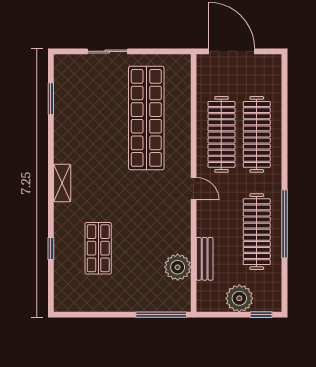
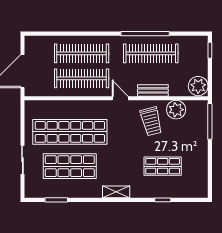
shop shelf: (98, 118) -> (70, 166), added
door: (194, 189) -> (120, 98), hinge flipped
trolley: (161, 232) -> (151, 121), added
bench: (205, 259) -> (153, 90), moved
plant: (239, 298) -> (198, 86), moved

